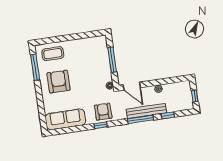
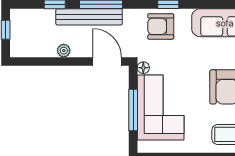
corner sofa: (96, 64) -> (161, 108), added
armchair: (103, 112) -> (161, 26), turned 90

